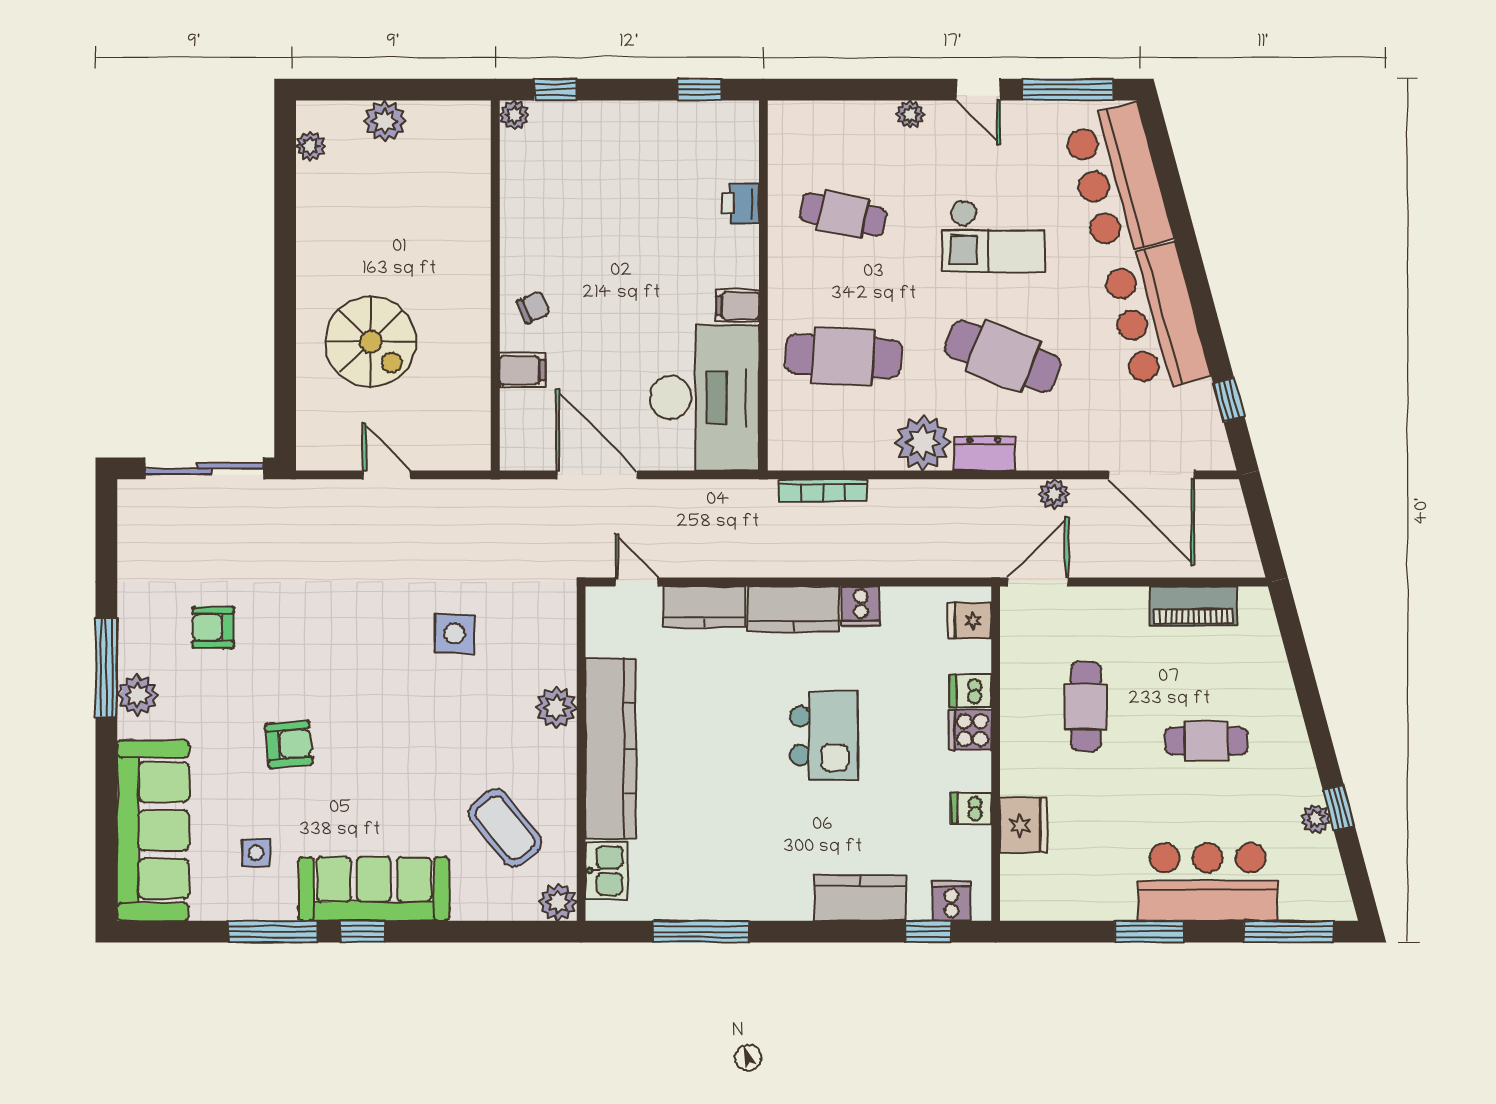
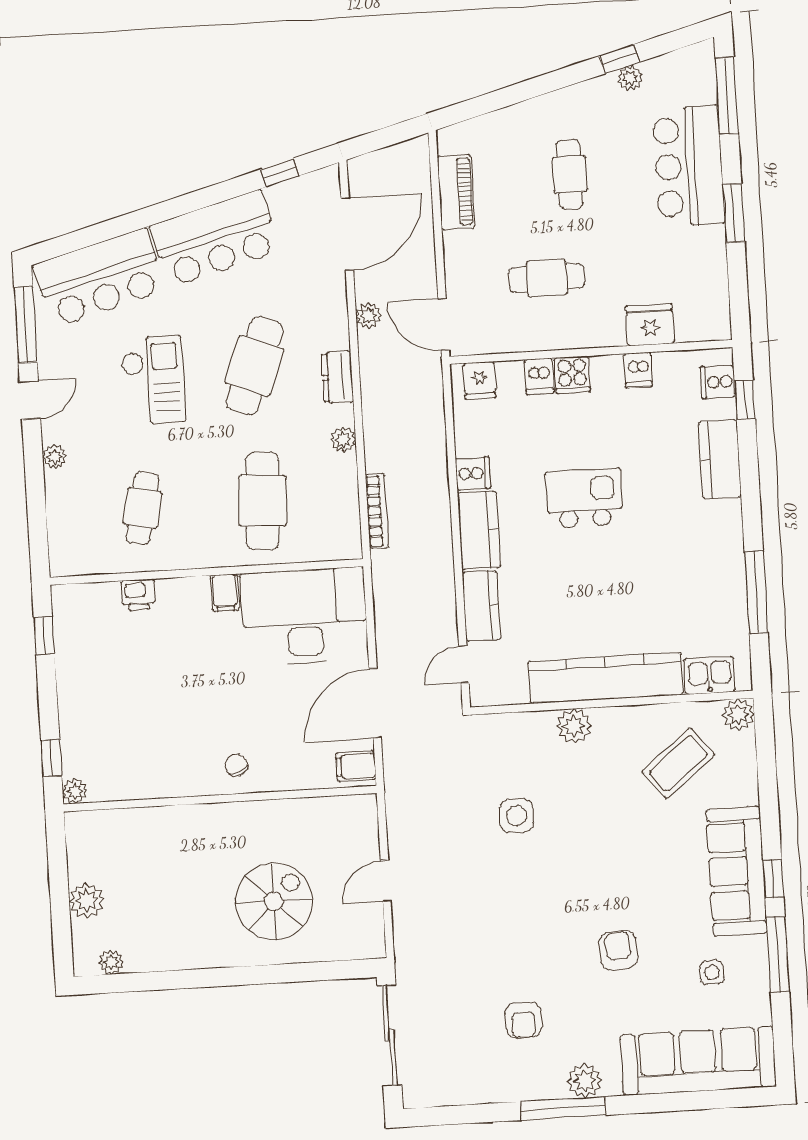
filing cabinet: (522, 370) -> (356, 766), moved, turned -90
plant: (923, 443) -> (343, 440), width x0.53, depth x0.53

